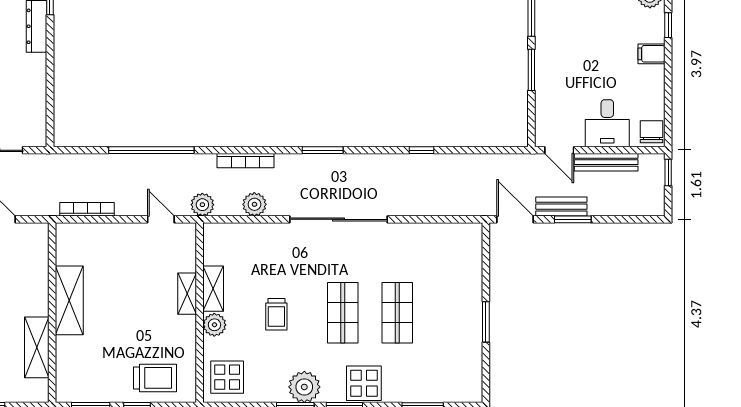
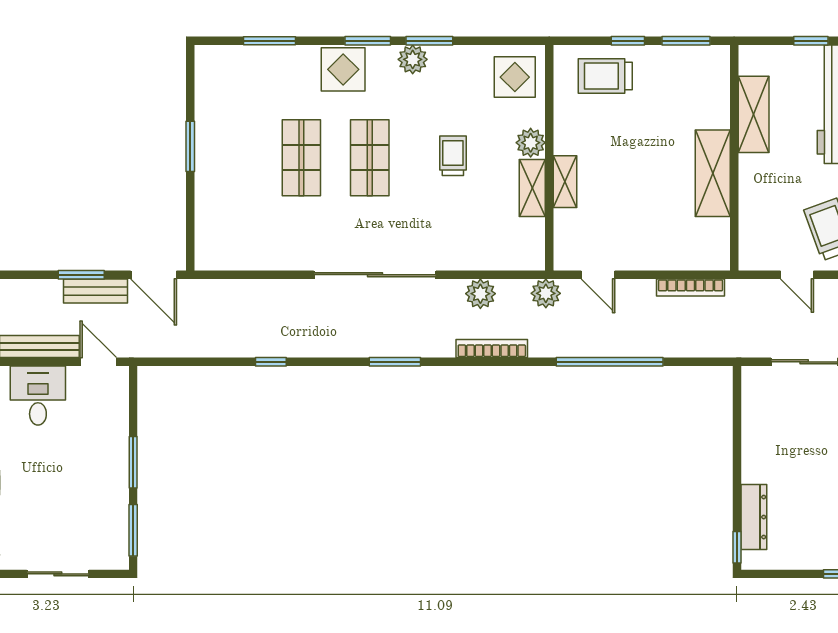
plant: (304, 387) -> (413, 59), width x0.73, depth x0.73

